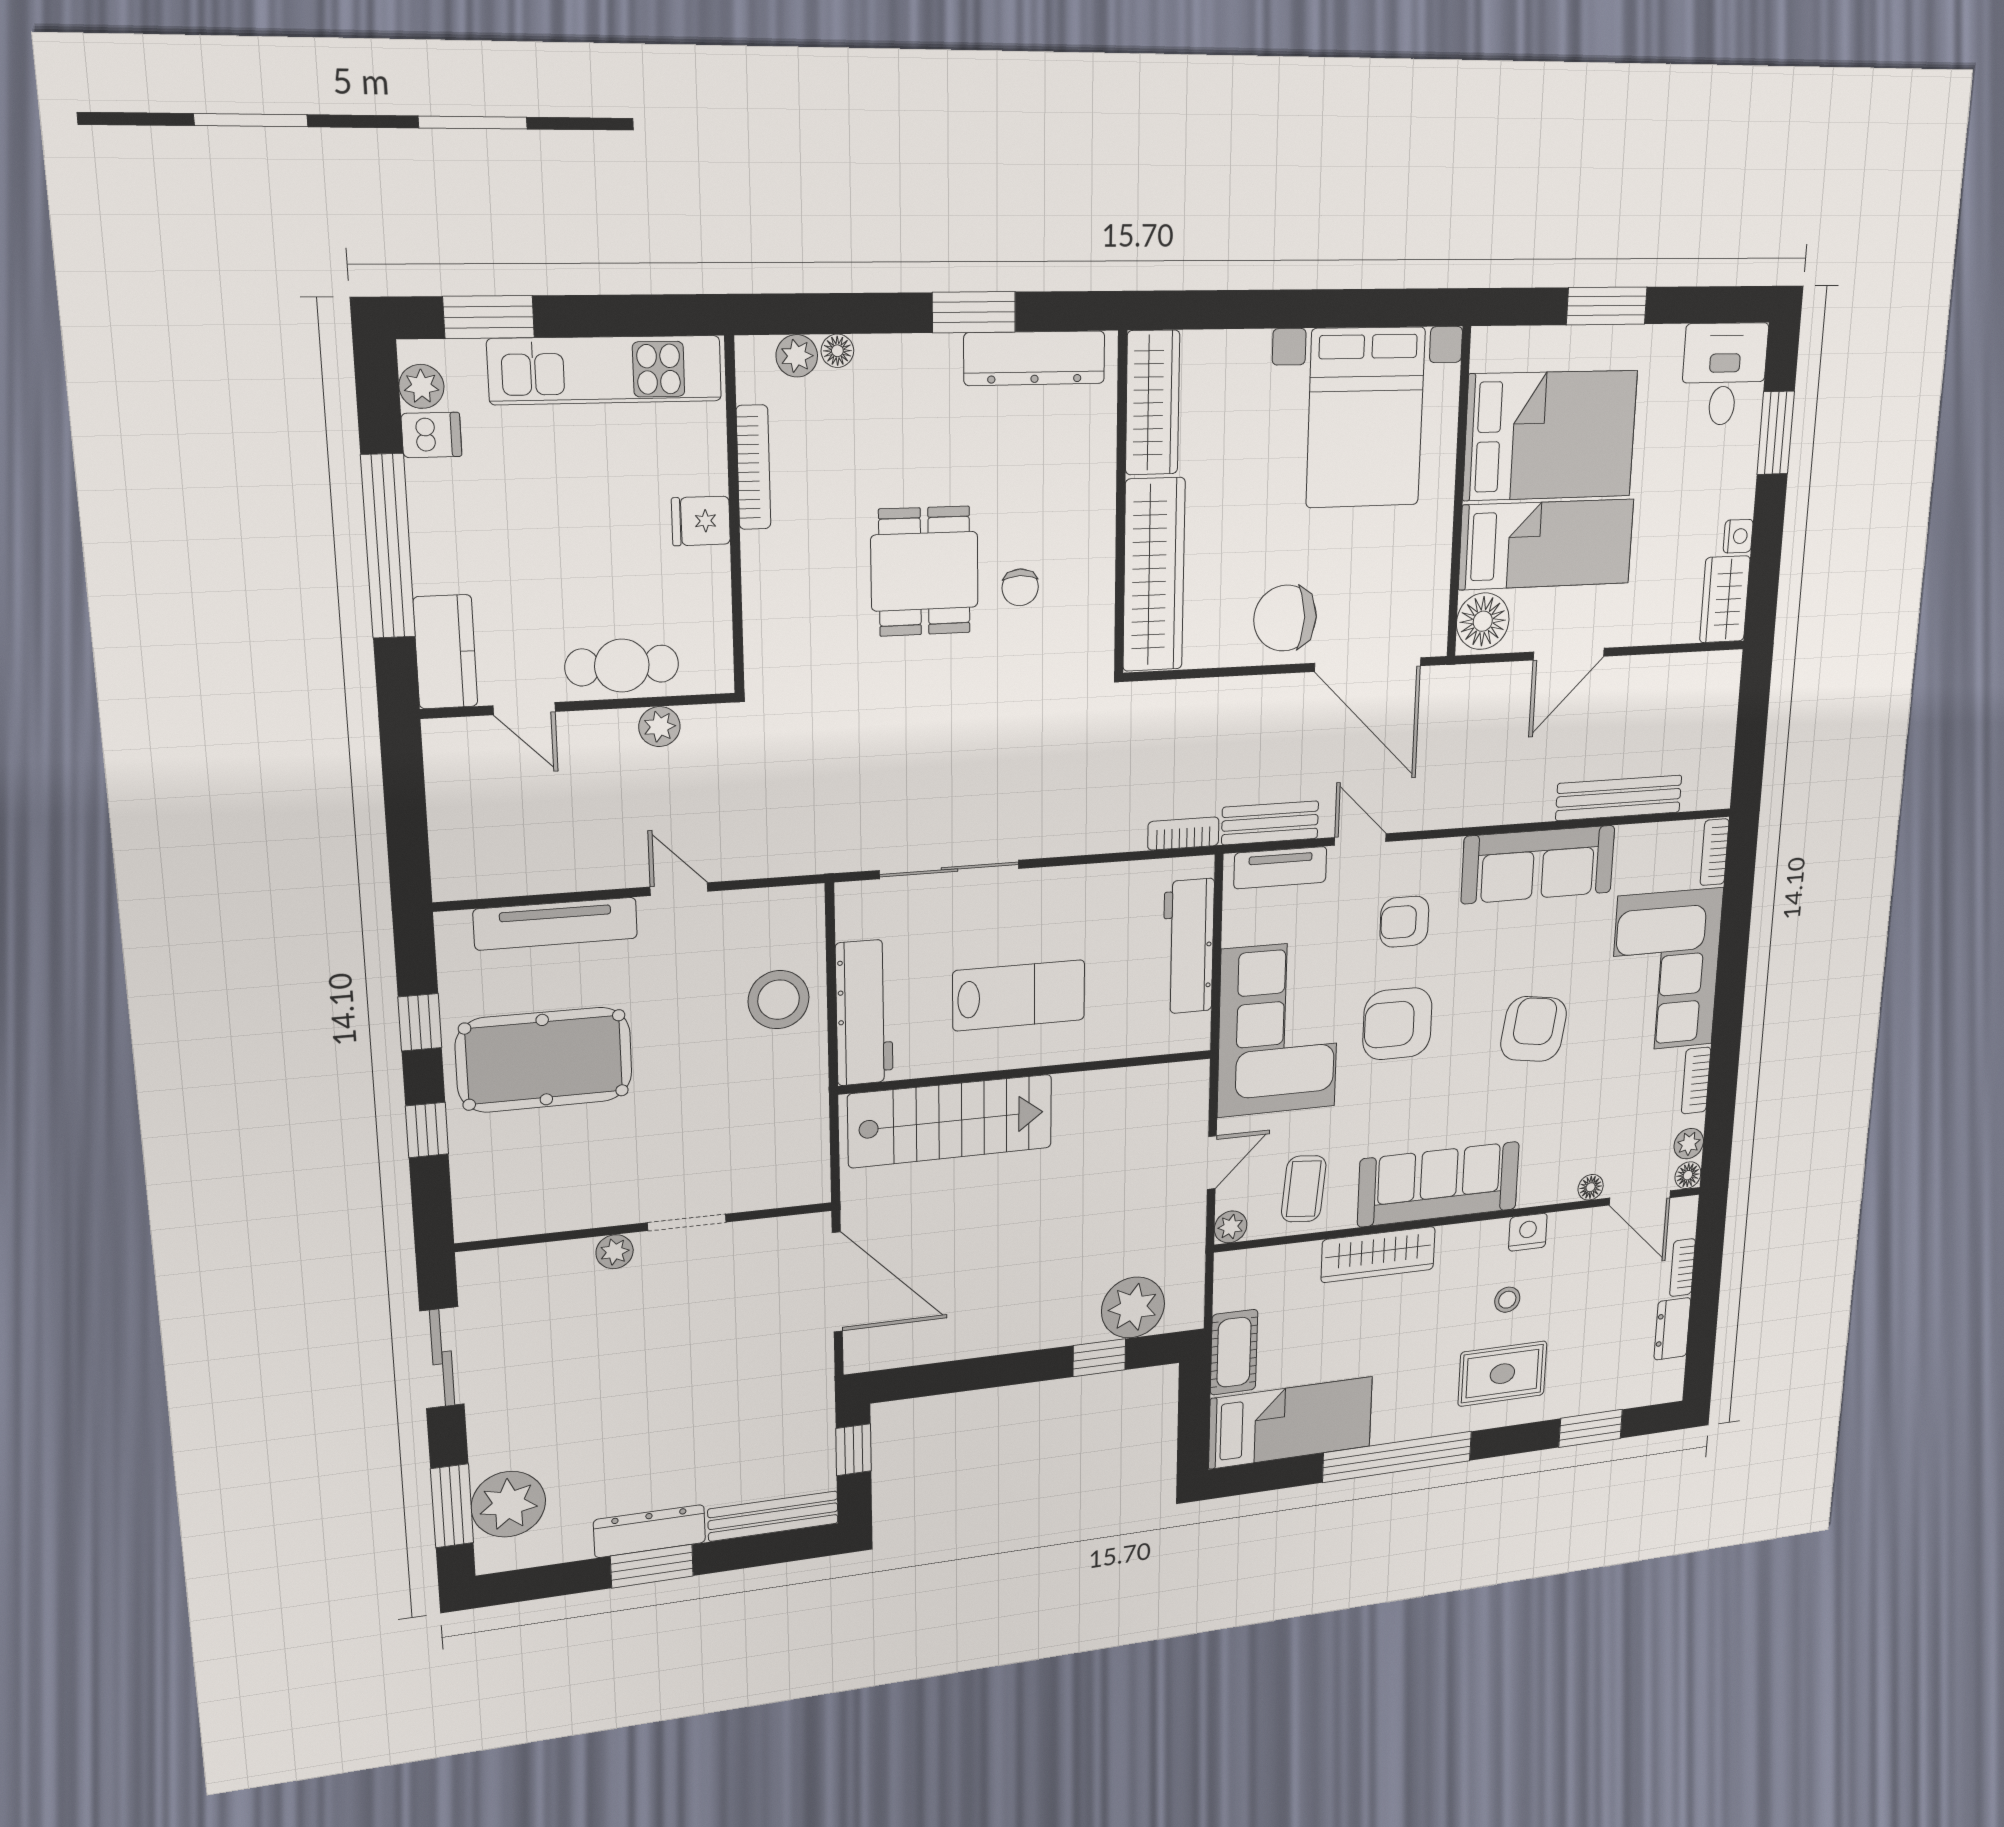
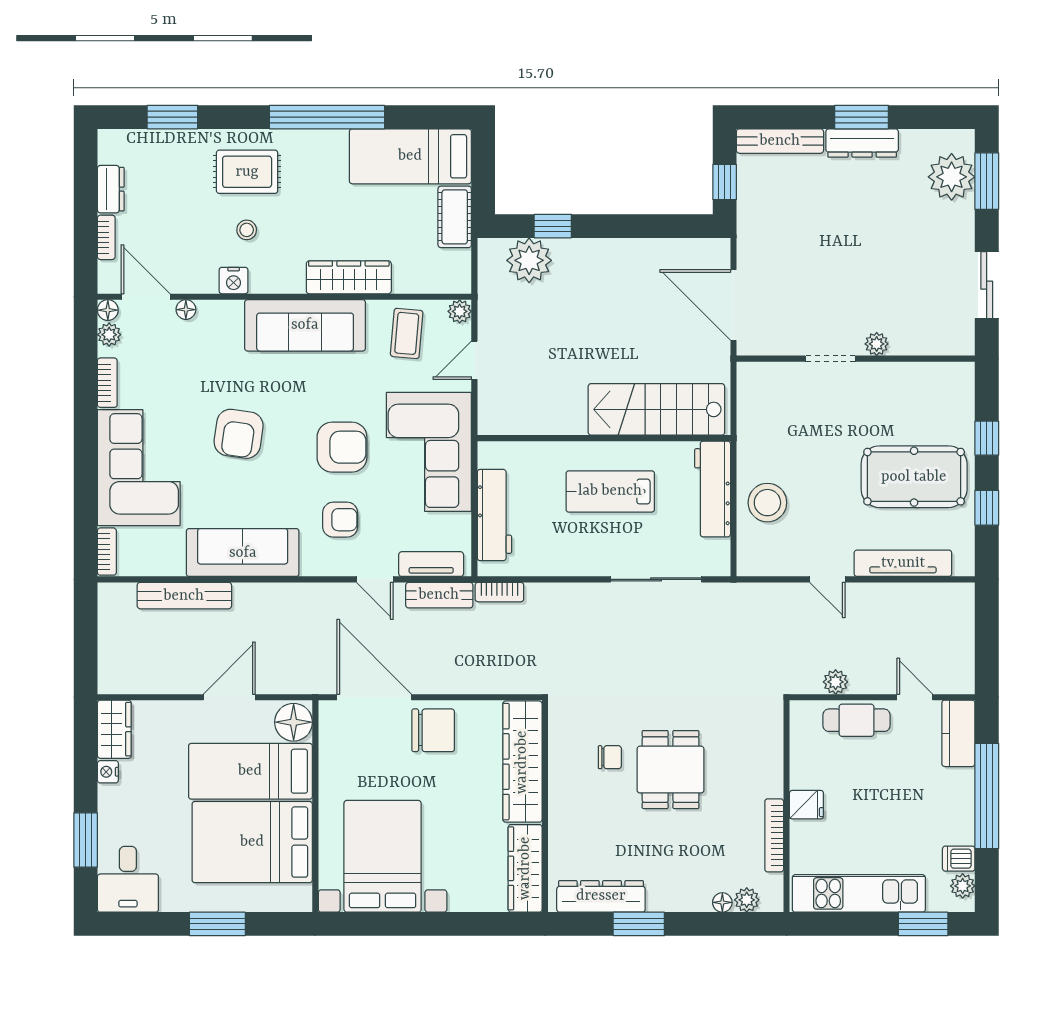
chair: (1020, 587) -> (610, 757), turned 90

